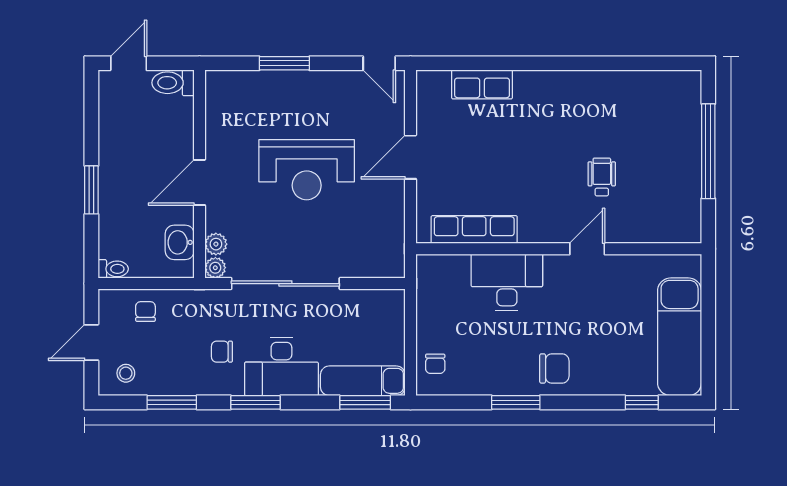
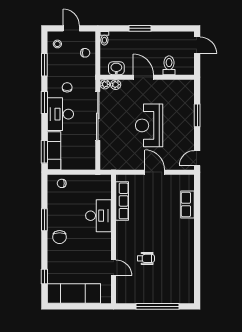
toilet: (173, 83) -> (169, 65), moved
door: (587, 249) -> (113, 268), moved

